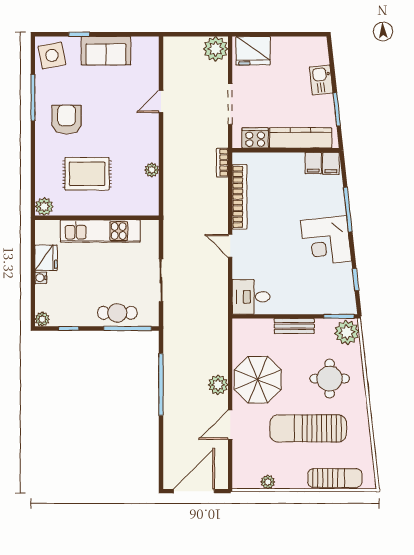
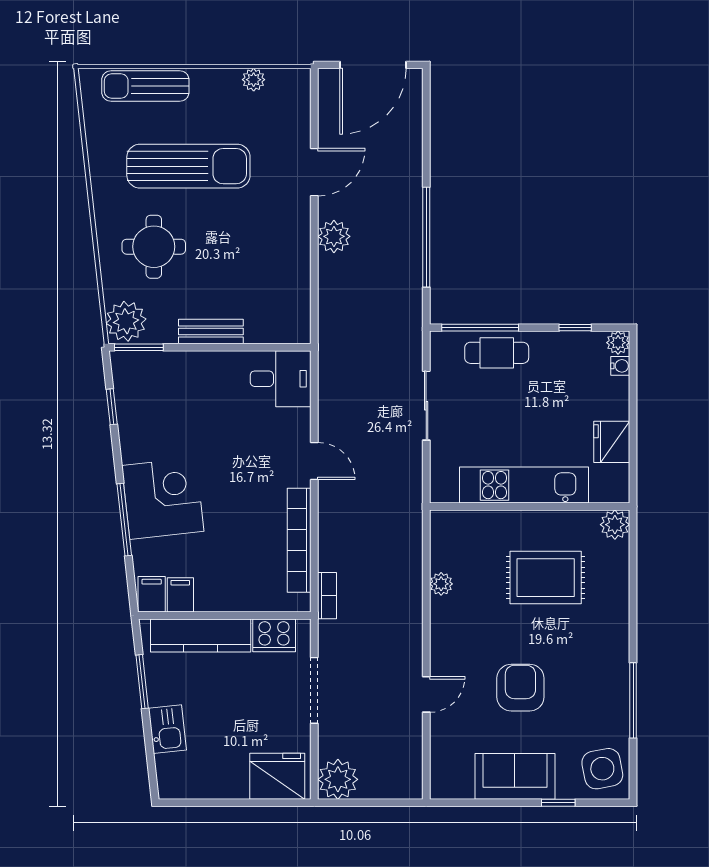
armchair: (67, 120) -> (520, 688), moved, turned 180
corner desk: (326, 241) -> (163, 498), moved
water cooler: (41, 278) -> (620, 366), moved
parasol: (258, 380) -> (270, 245), removed

